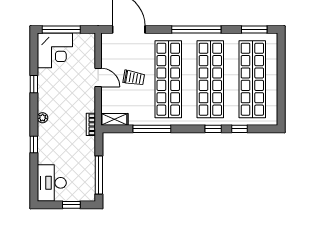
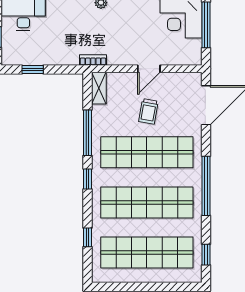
window: (254, 29) -> (206, 255), width x0.67
window: (213, 129) -> (88, 179), moved
window: (99, 175) -> (33, 70), width x0.46

